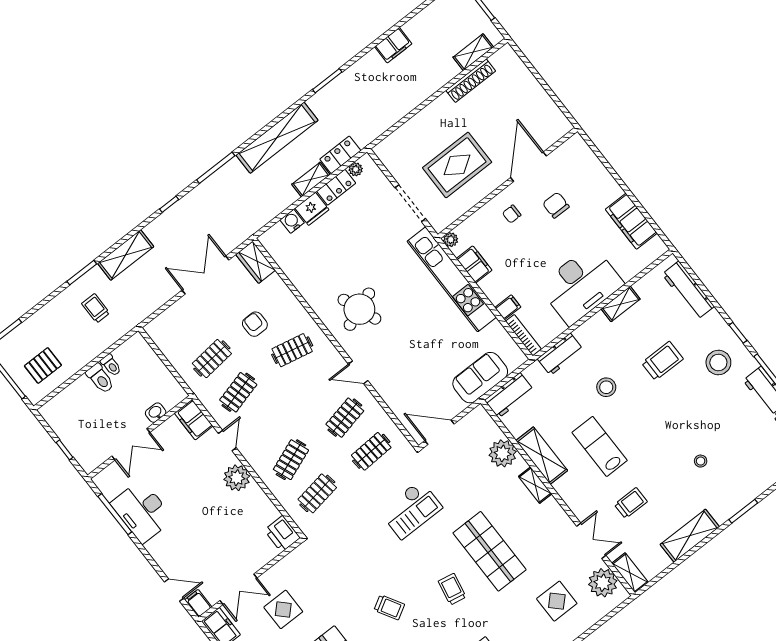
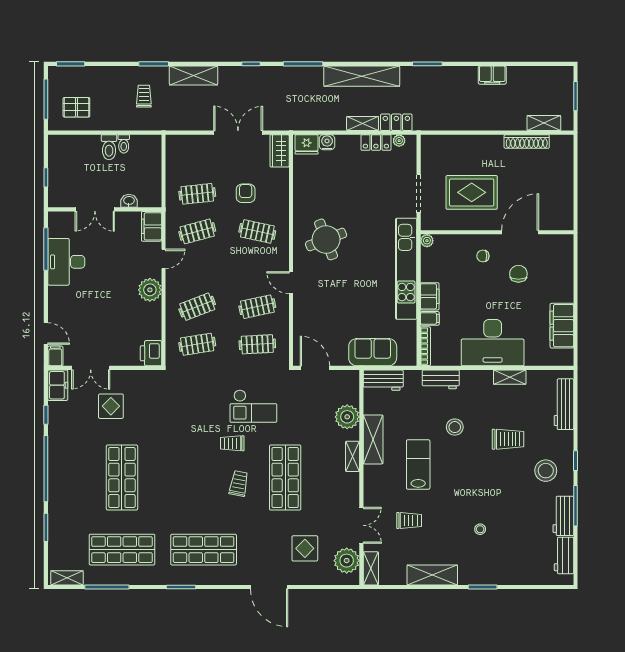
fridge: (312, 209) -> (307, 144), moved
filing cabinet: (474, 264) -> (430, 296), moved
trolley: (389, 607) -> (232, 443), moved, turned 120

